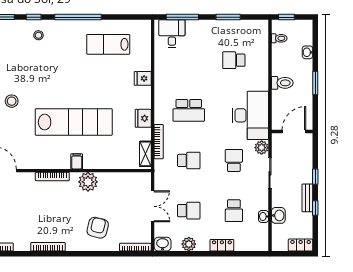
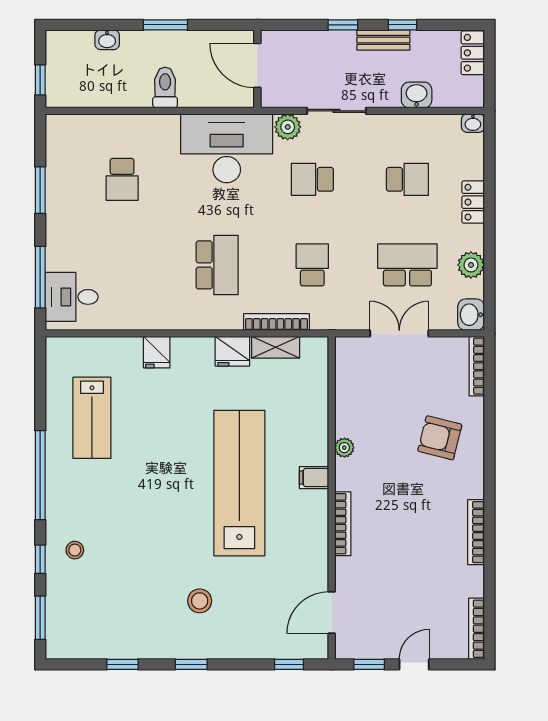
toilet: (279, 38) -> (81, 93), removed
shelving: (145, 154) -> (276, 347), moved
plant: (88, 182) -> (344, 448), width x0.53, depth x0.53
school desk: (189, 211) -> (407, 265), width x1.85
washbasin: (264, 216) -> (473, 123), moved

